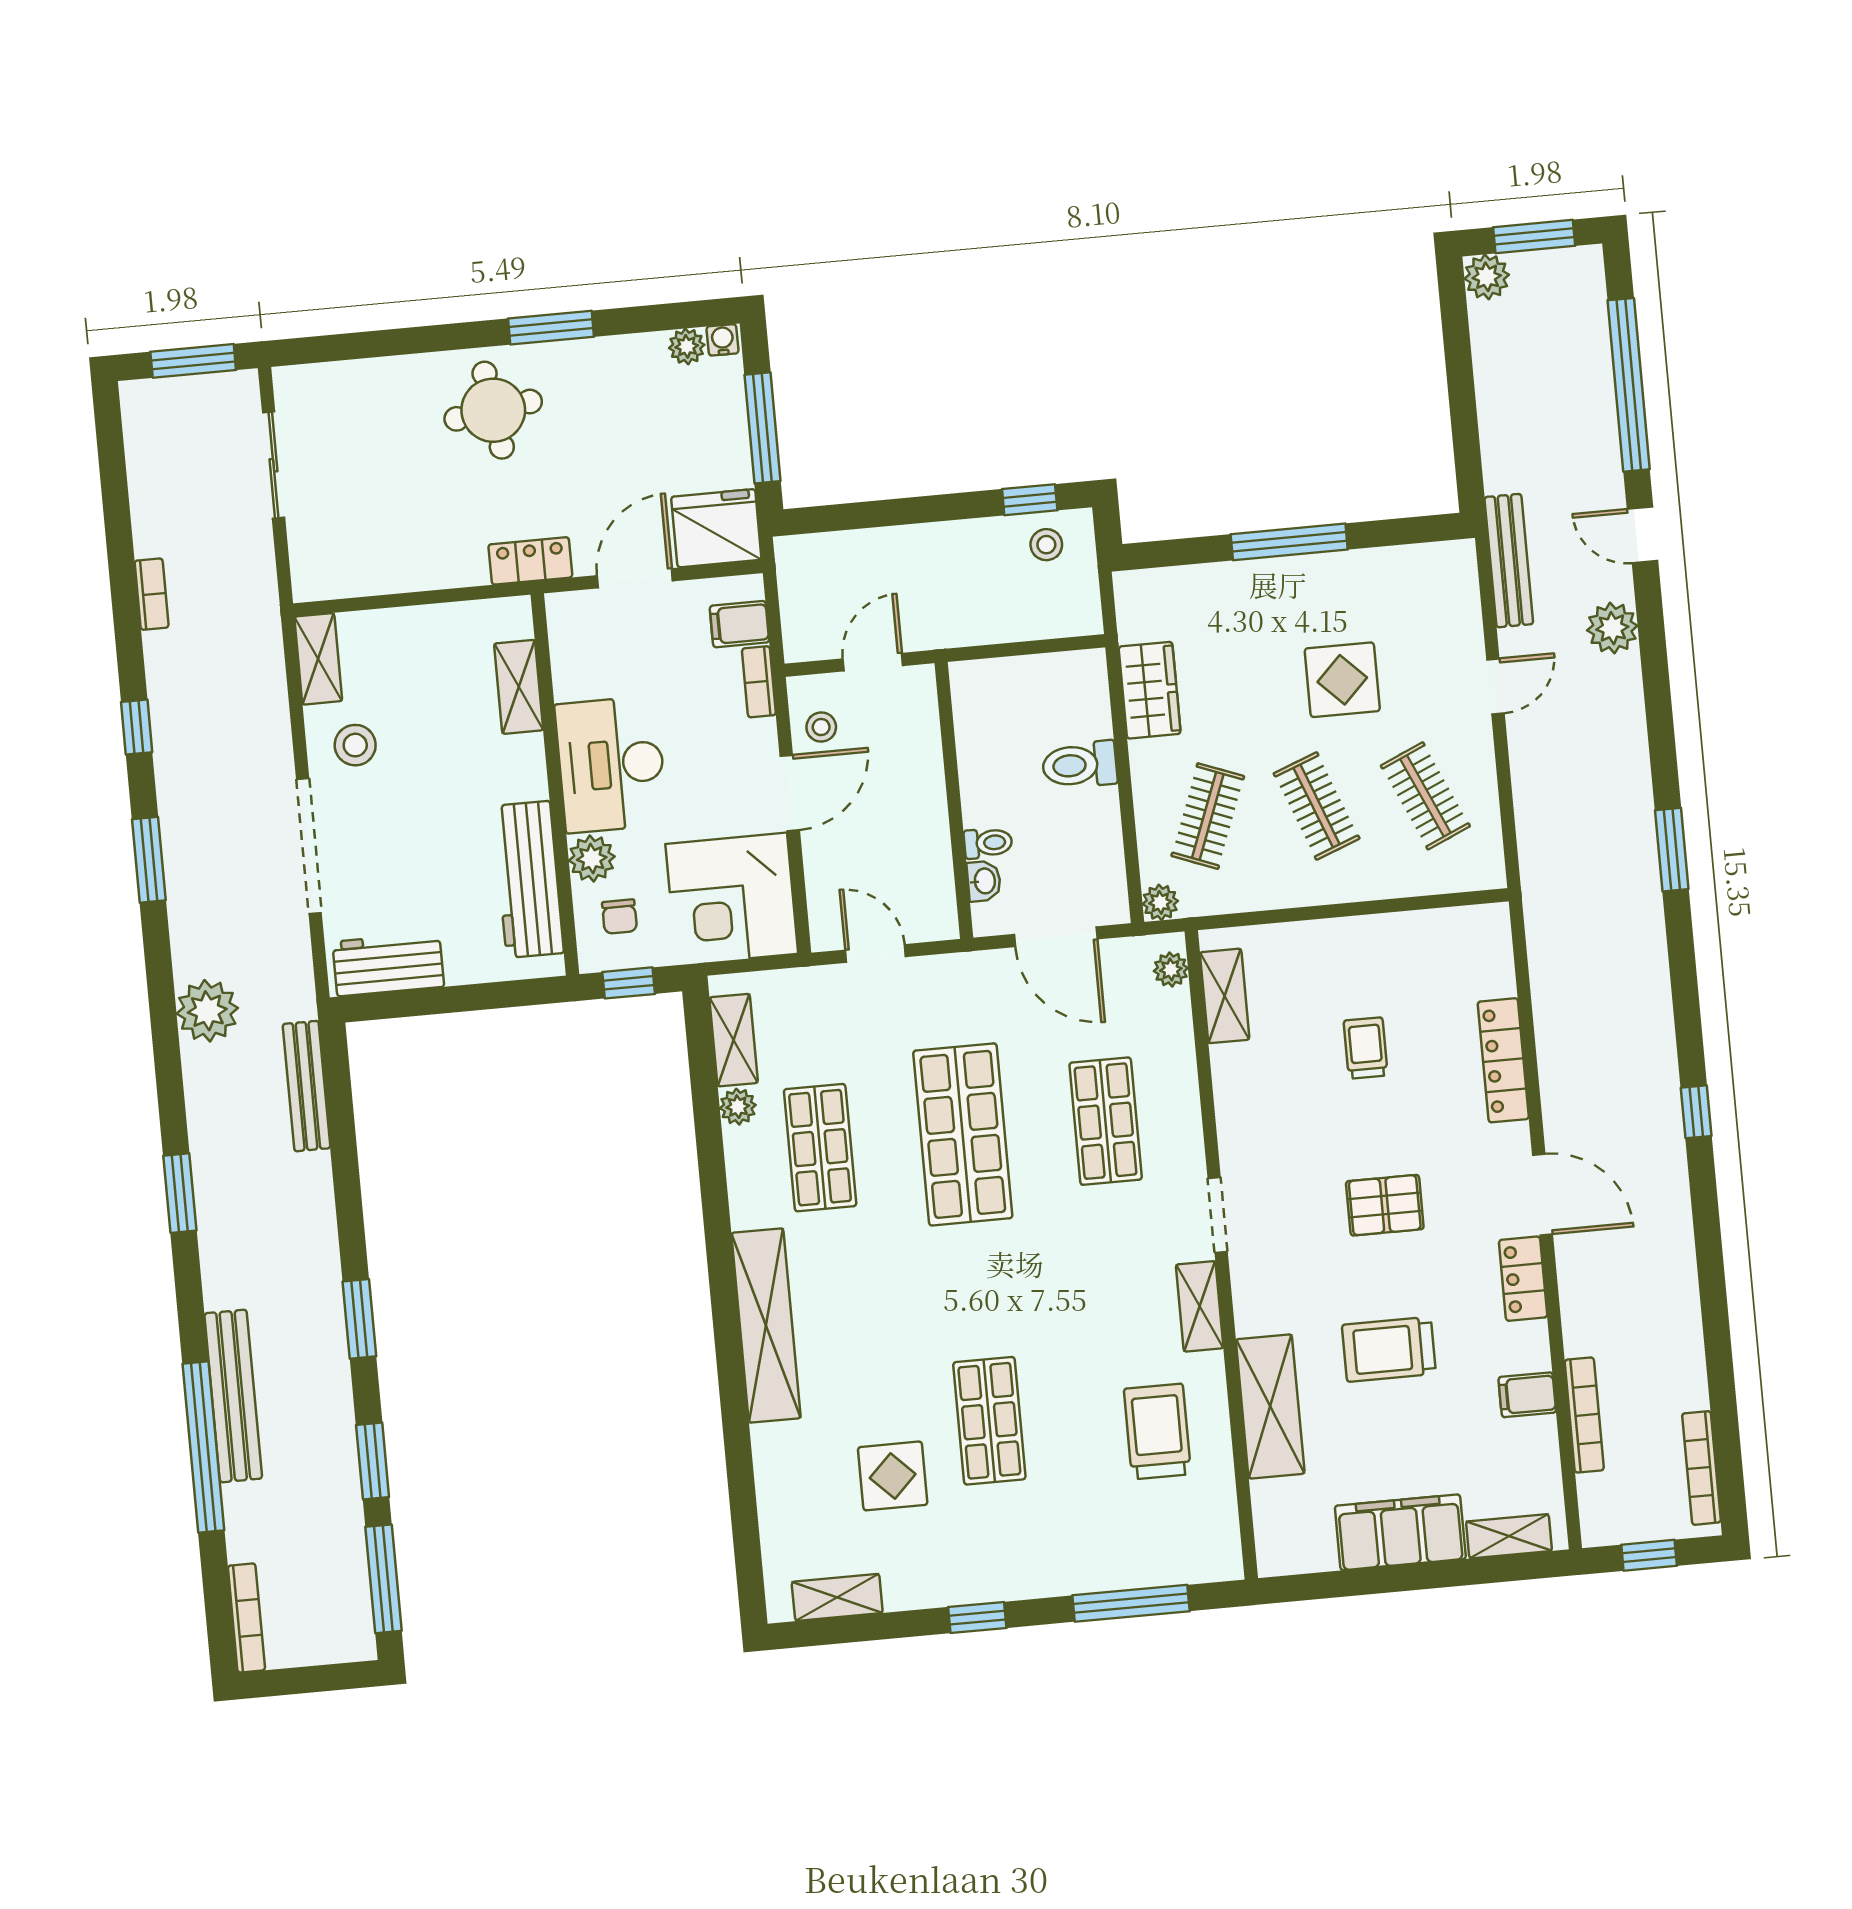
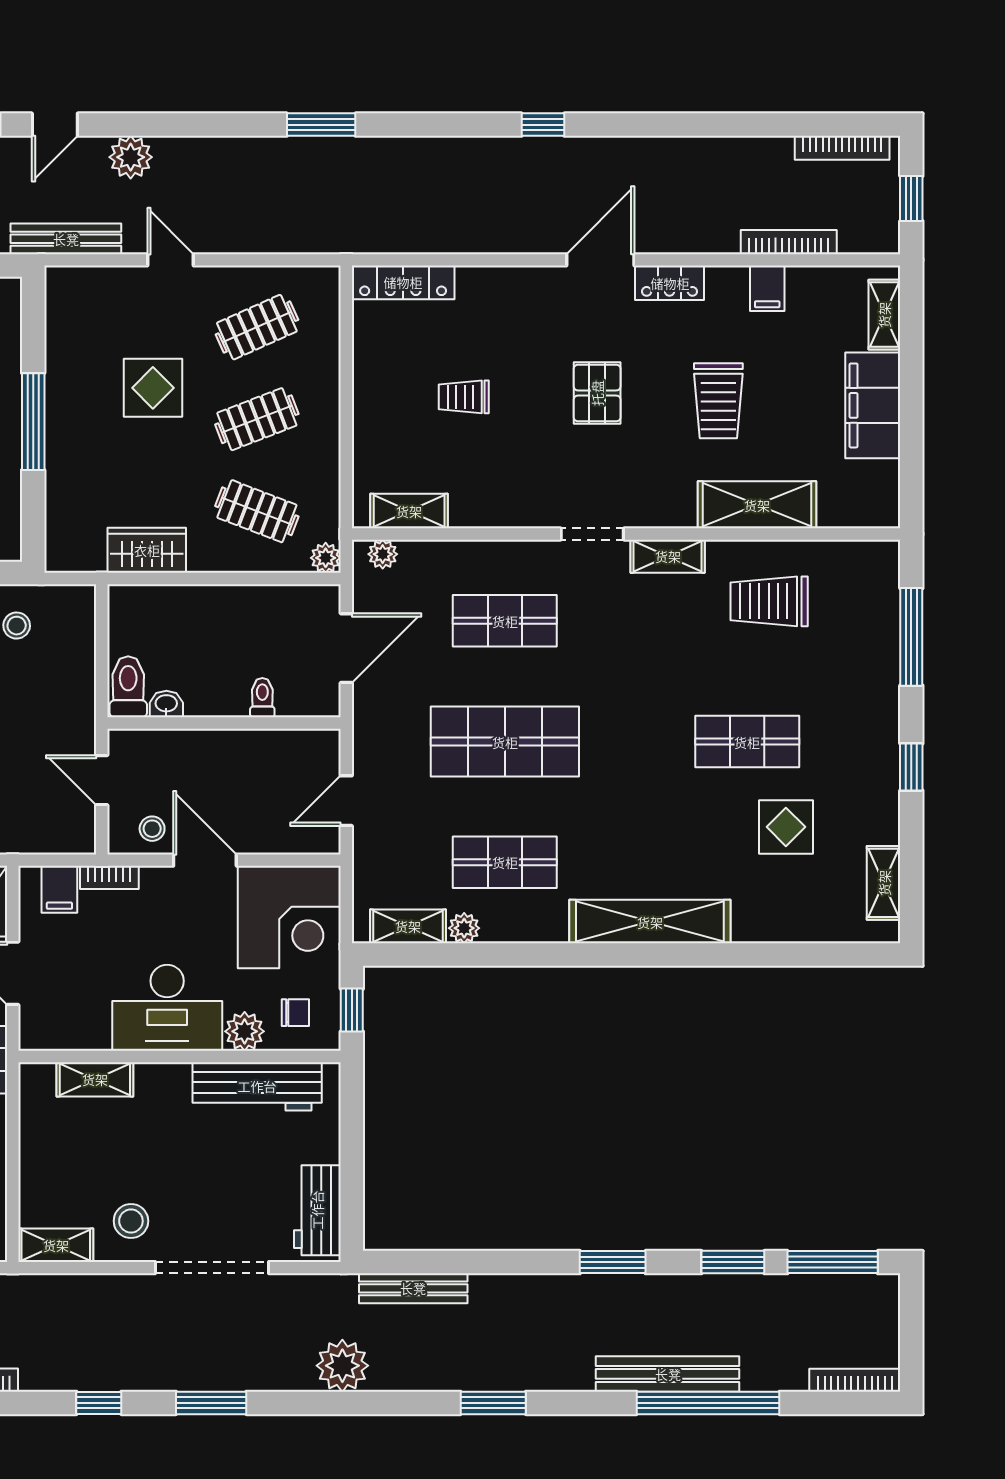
toilet: (1080, 765) -> (128, 687), moved, turned 180
washbasin: (984, 881) -> (166, 704), moved
locker: (1503, 1060) -> (403, 282), moved

